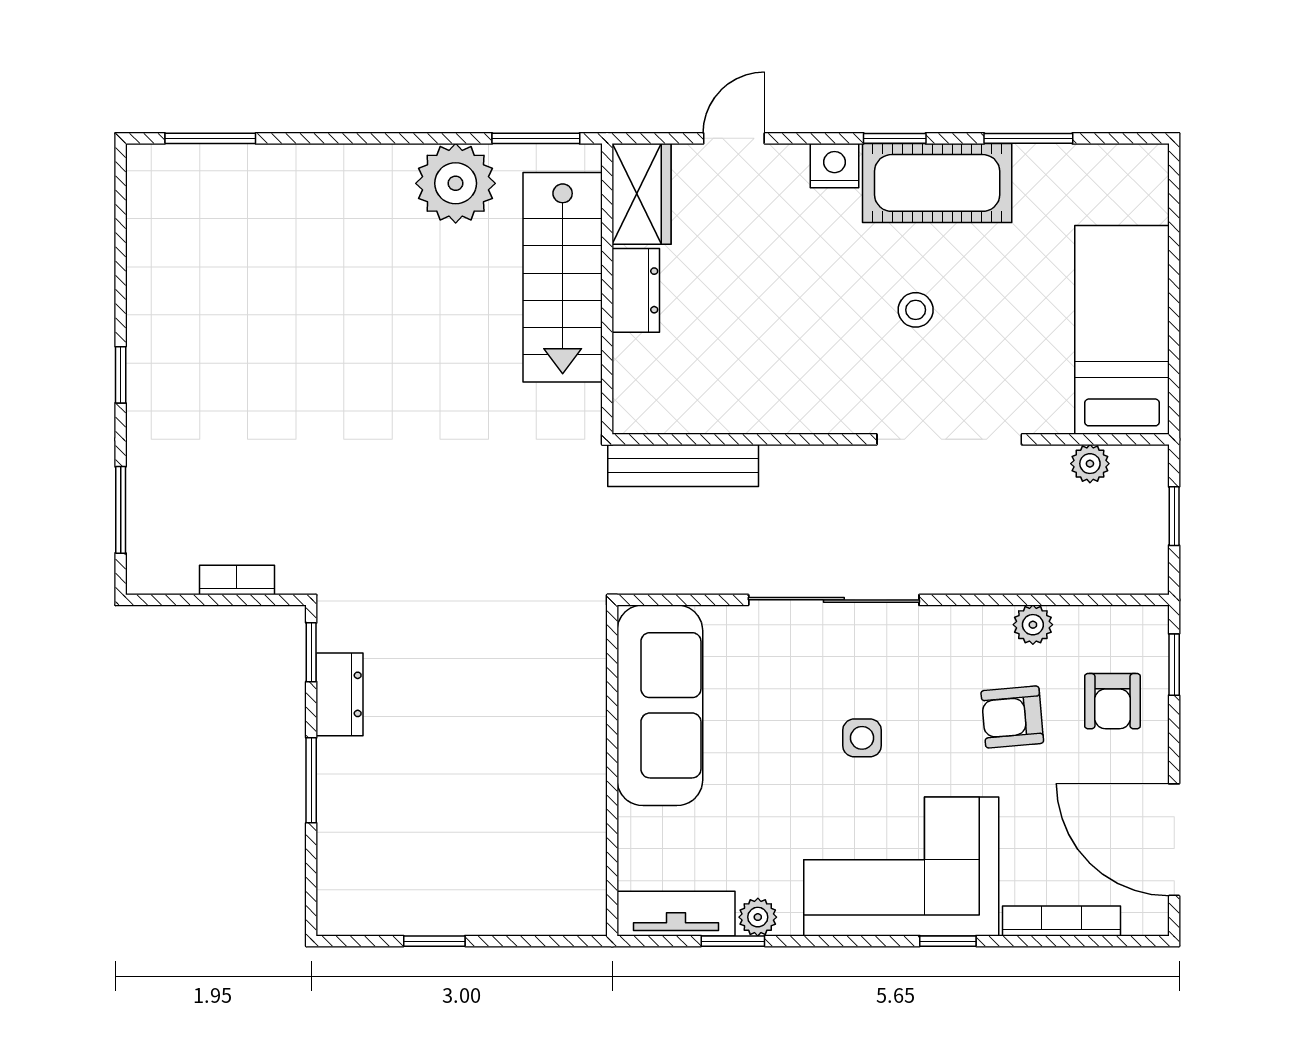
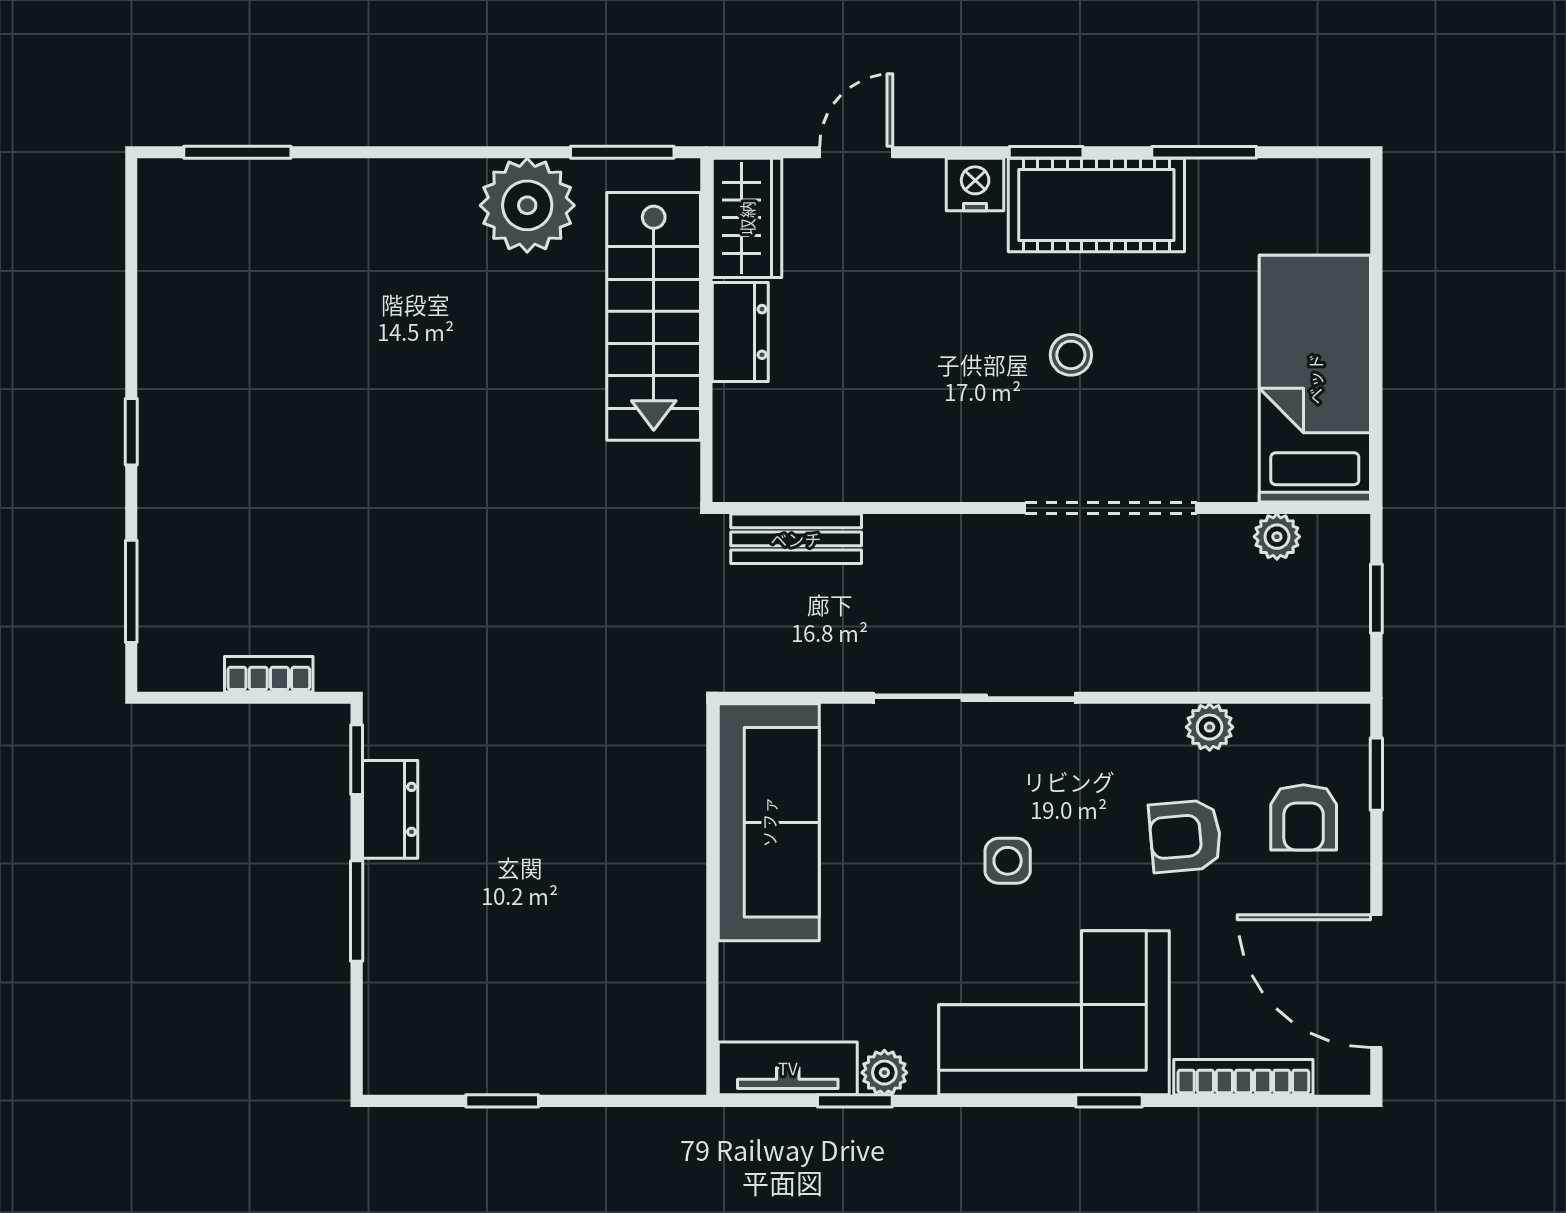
bench: (683, 465) -> (796, 539), width x0.73

